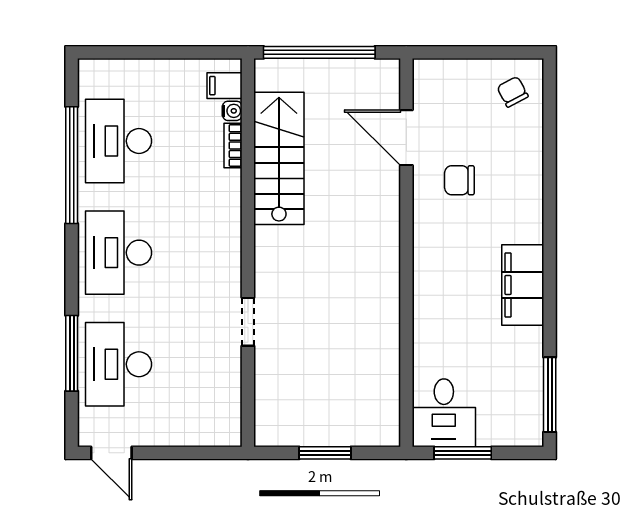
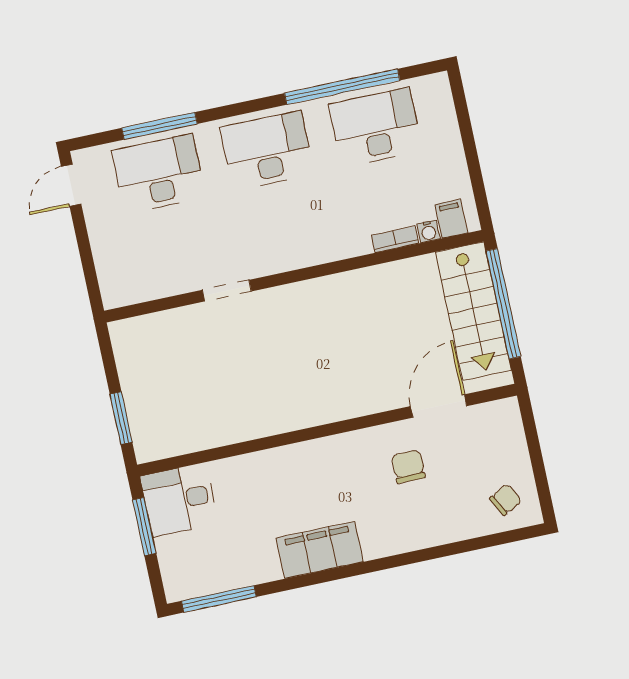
stairs: (279, 158) -> (473, 311), moved, turned 90
window: (325, 453) -> (121, 418), moved

